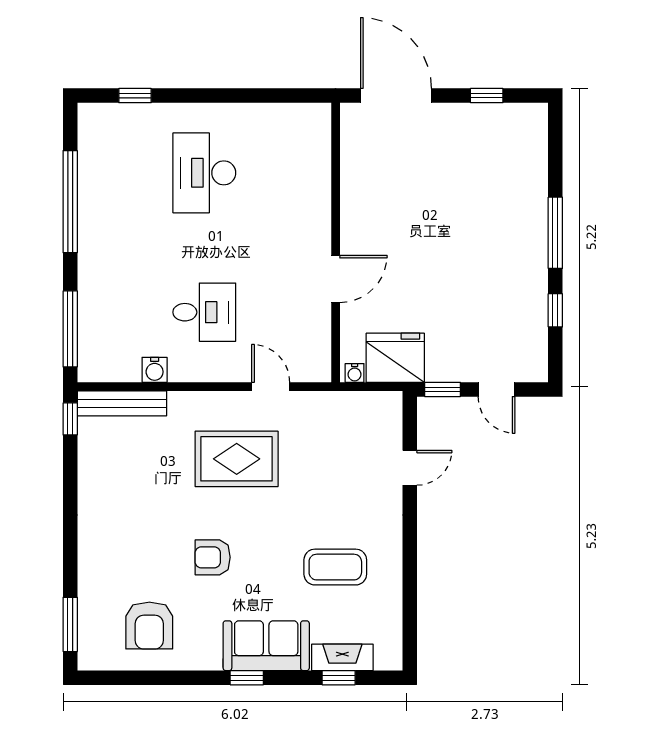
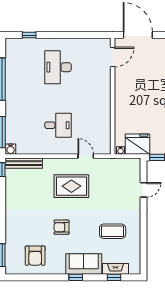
door: (336, 279) -> (113, 57), moved
water cooler: (155, 370) -> (11, 149), moved

